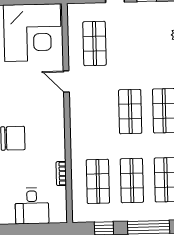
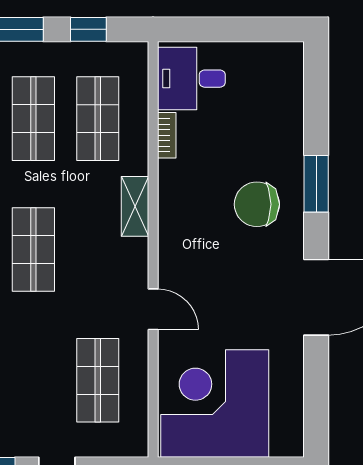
shelving: (77, 136) -> (135, 206), added
desk: (32, 206) -> (191, 79), moved, turned -90

